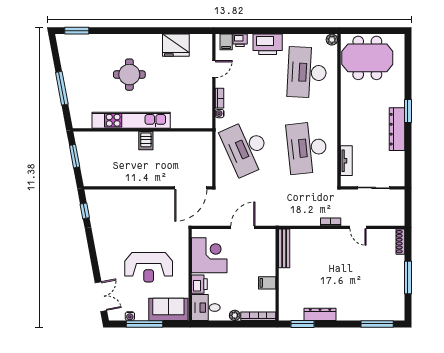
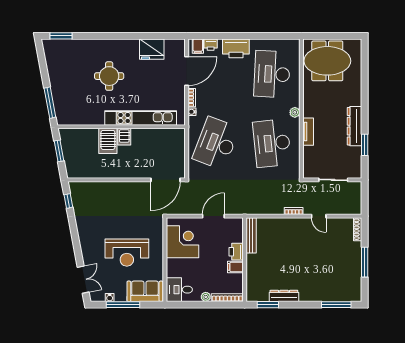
plant: (332, 40) -> (295, 112), moved
door: (214, 69) -> (187, 71), width x1.88
window: (62, 88) -> (50, 103), moved
window: (408, 111) -> (365, 145), moved
kitchen unit: (131, 120) -> (141, 118), moved
server rack: (128, 145) -> (108, 141), added
desk: (246, 148) -> (216, 143), turned 45
tv unit: (346, 161) -> (308, 132), moved
printer: (199, 284) -> (236, 252), moved, turned 180

